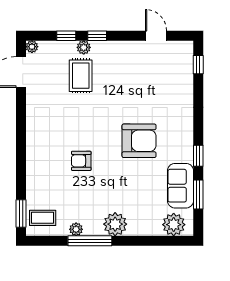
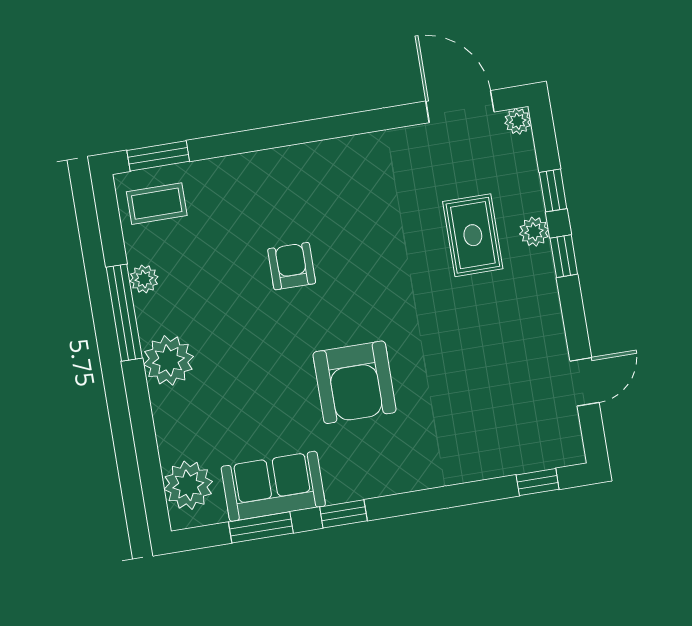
rug: (81, 76) -> (473, 235), turned 90
coffee table: (43, 218) -> (157, 204), turned 90

